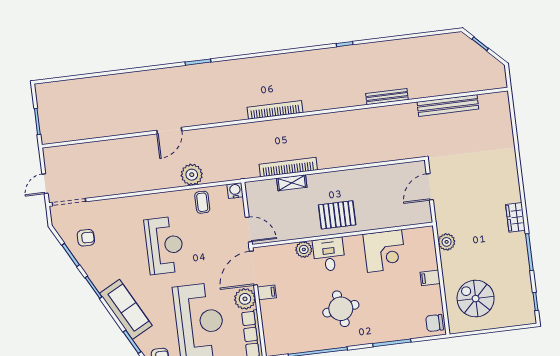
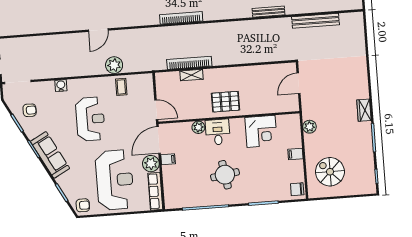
water cooler: (235, 191) -> (61, 86), moved
sofa: (126, 309) -> (50, 155), moved

